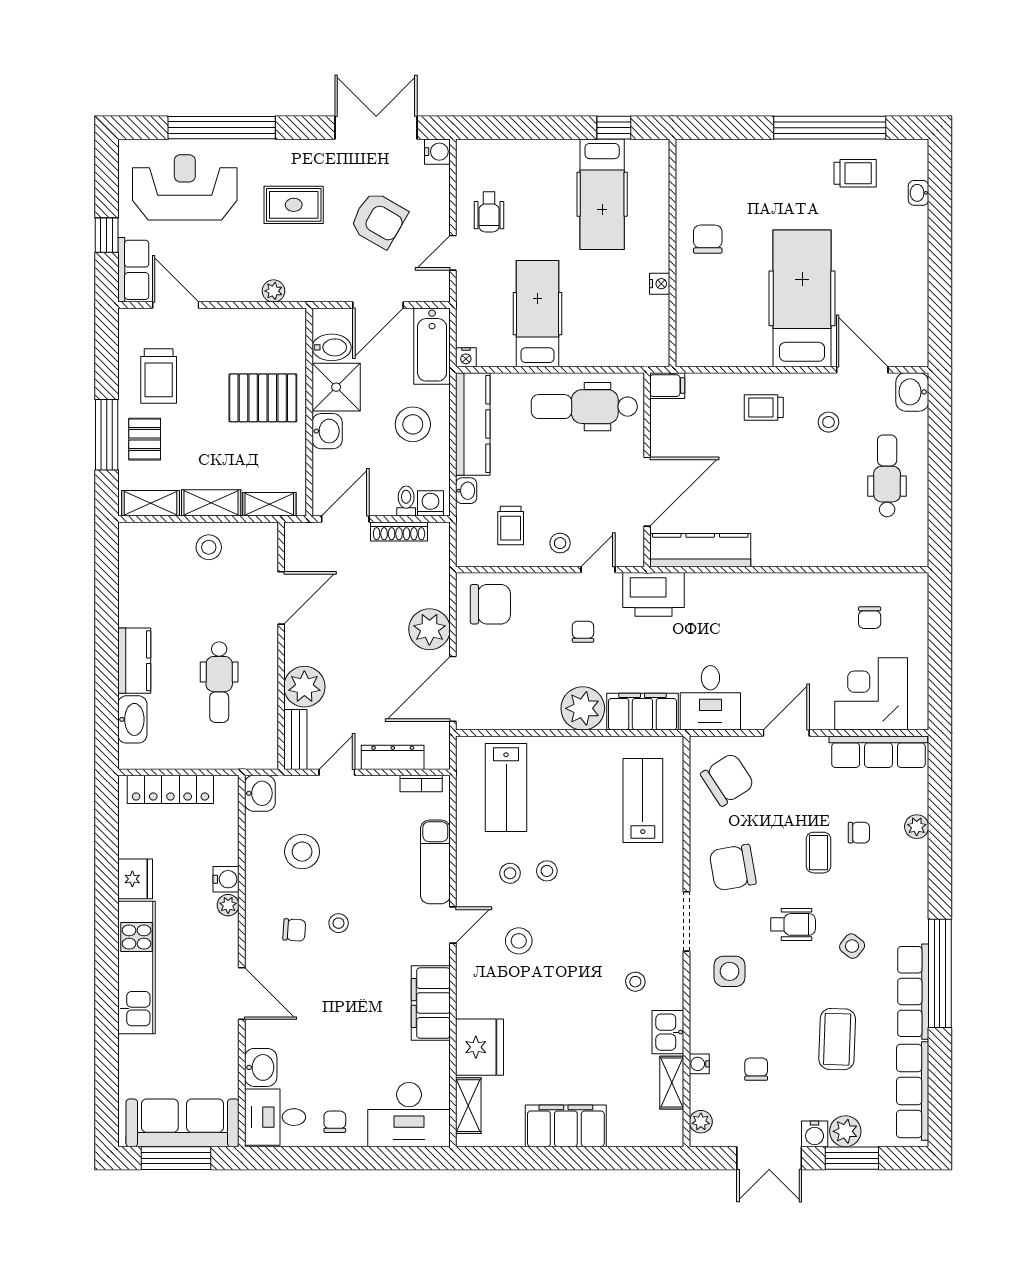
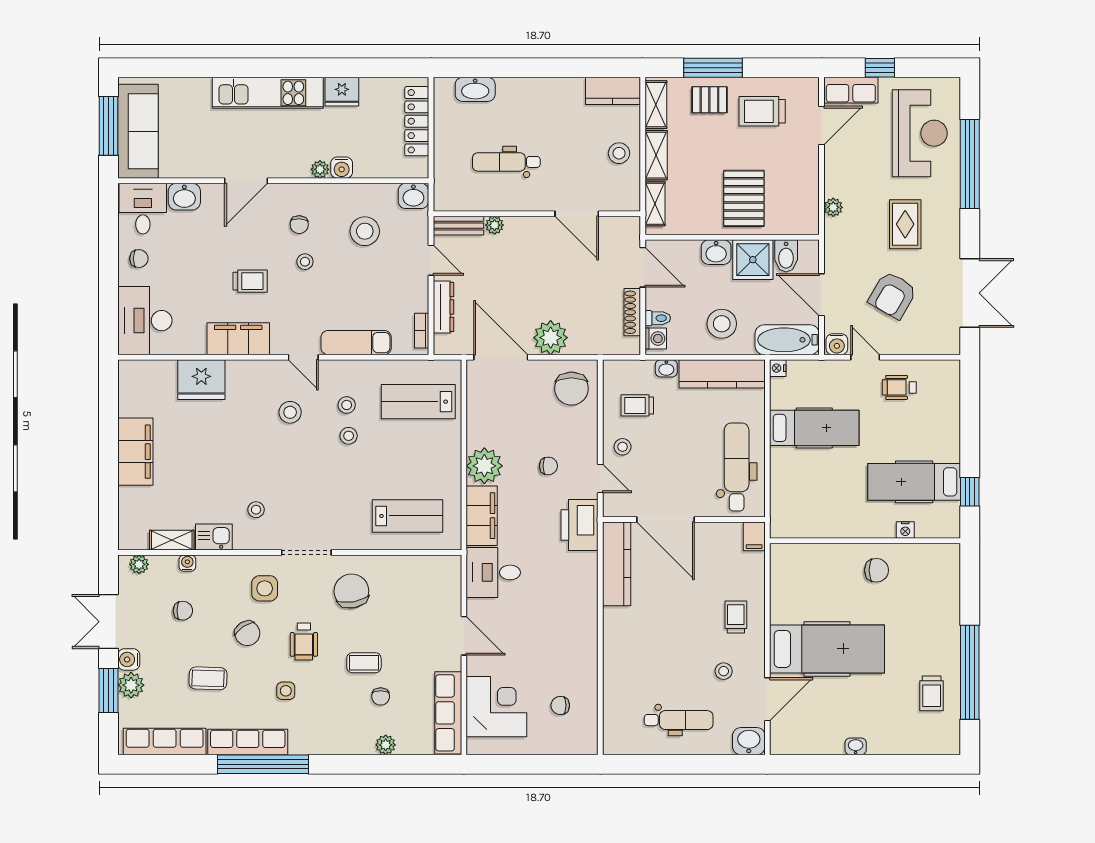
water cooler: (437, 152) -> (837, 344), moved
washbasin: (919, 193) -> (856, 746), moved
nightstand: (660, 284) -> (905, 530), moved
kitchen counter: (134, 661) -> (613, 91), moved
plant: (304, 687) -> (495, 225), width x0.53, depth x0.53
chair: (727, 779) -> (247, 633), moved, width x0.73, depth x0.73
side table: (852, 946) -> (286, 691), turned -38
trolley: (362, 989) -> (250, 281), added
coffee table: (837, 1039) -> (208, 678), width x0.73, depth x0.77
shelving: (468, 1106) -> (152, 370), removed

